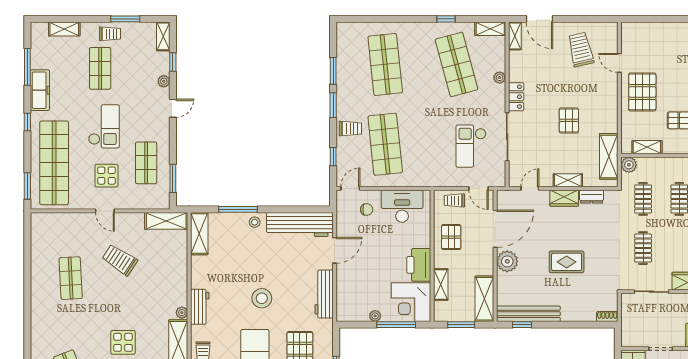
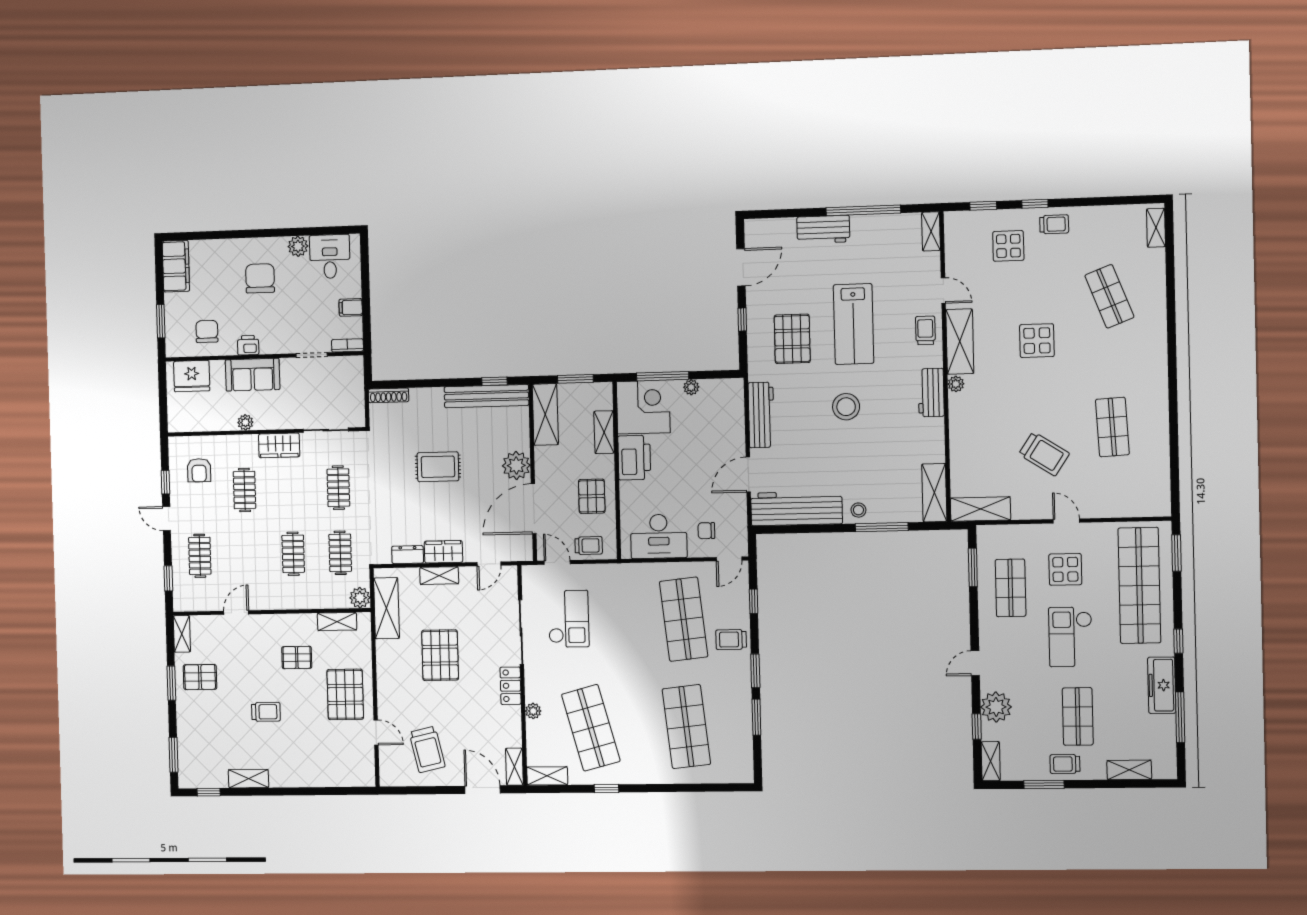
plant: (164, 81) -> (996, 707), width x1.87, depth x1.87
pallet: (569, 120) -> (440, 655), width x1.50, depth x1.42
shoe rack: (607, 316) -> (389, 395), width x1.43

